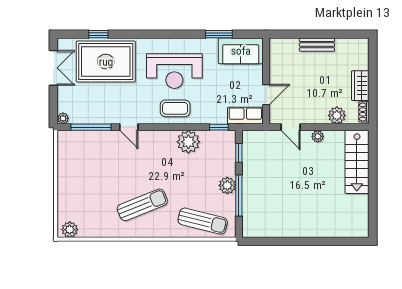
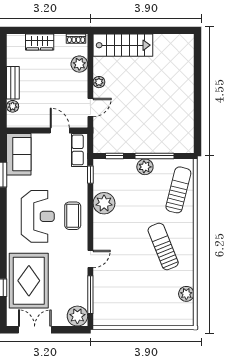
plant: (292, 44) -> (13, 106), added
wardrobe: (360, 86) -> (40, 42), moved
plant: (63, 118) -> (77, 316), width x1.88, depth x1.88
plant: (70, 230) -> (186, 294), moved

